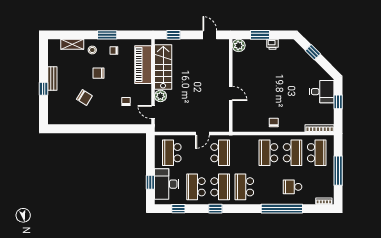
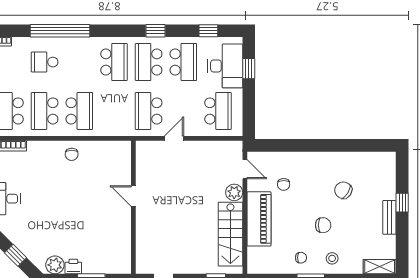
shelving: (72, 44) -> (380, 267), moved
plant: (239, 45) -> (55, 265), moved
piano: (143, 65) -> (259, 219), moved
school desk: (293, 187) -> (45, 62), turned 180

